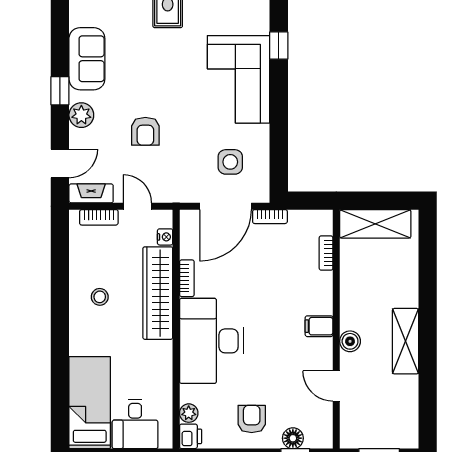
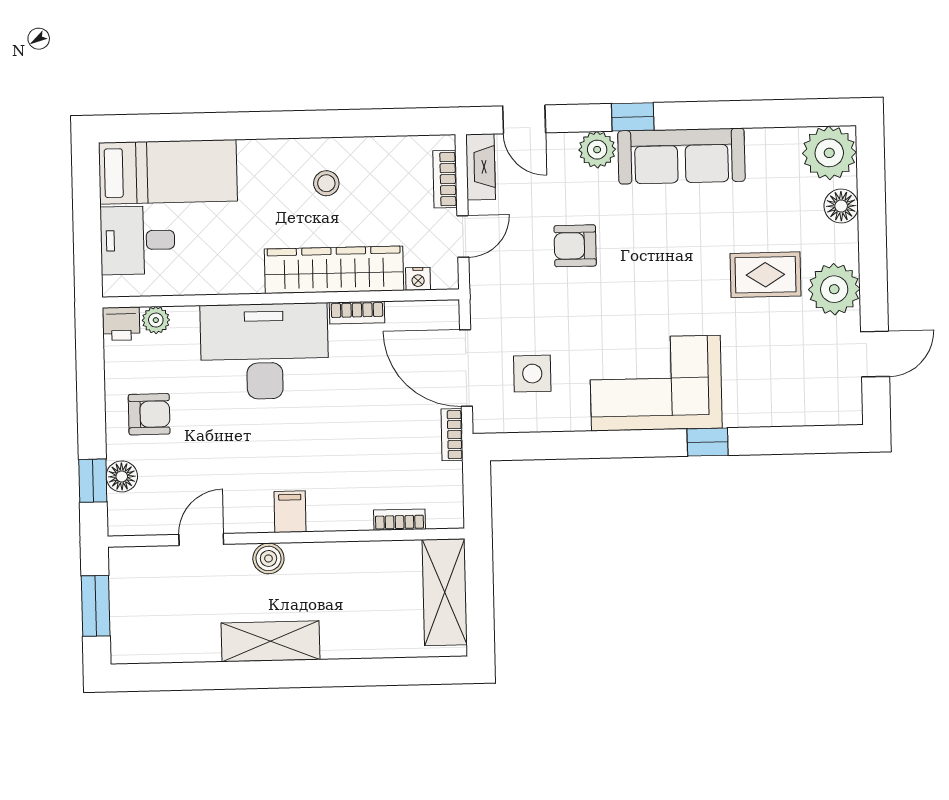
sofa: (87, 59) -> (681, 156), width x1.36

